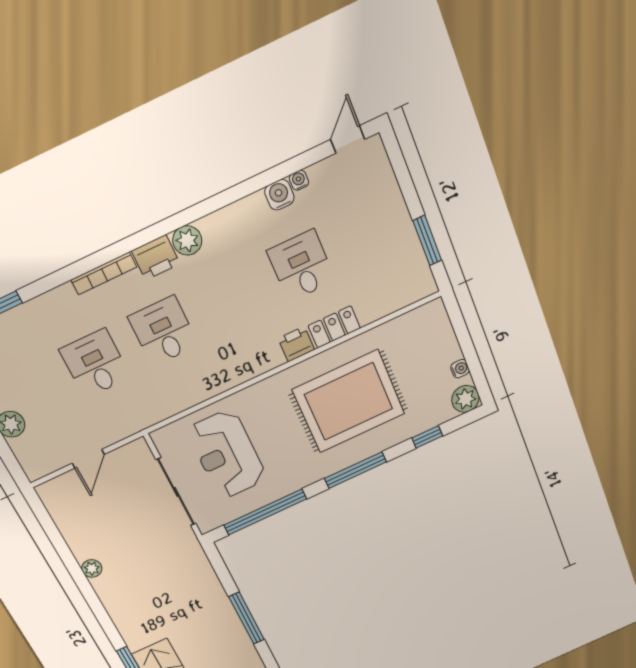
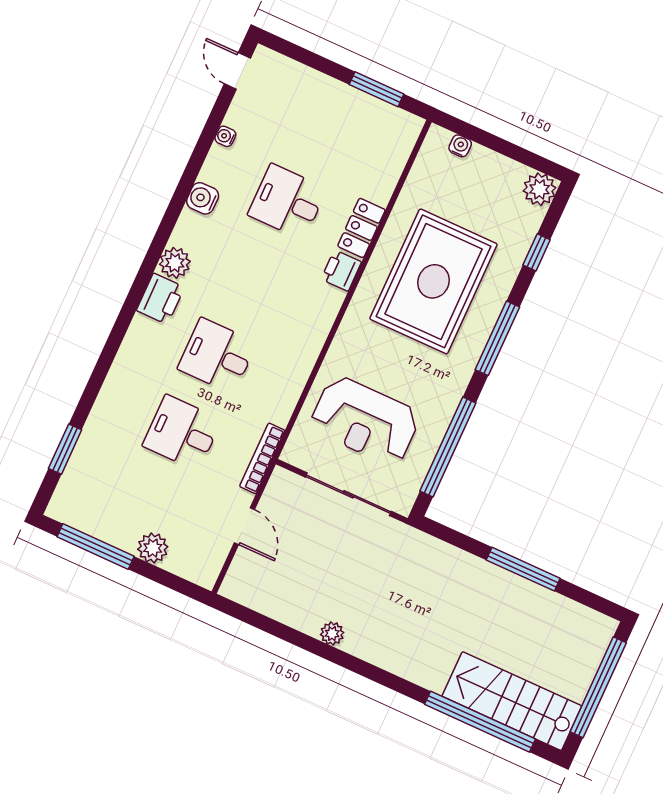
water cooler: (279, 195) -> (203, 198), moved
bookcase: (104, 273) -> (262, 458), moved, turned 180
water cooler: (460, 369) -> (460, 146), moved

